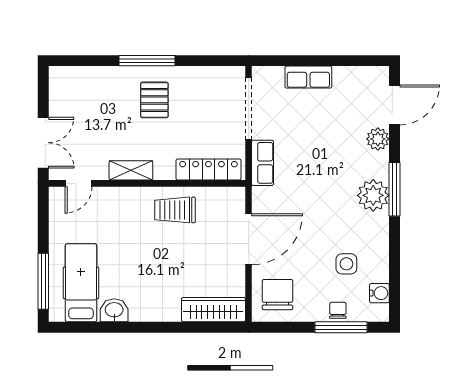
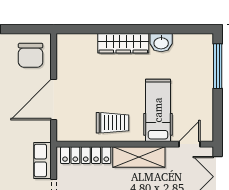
shelving: (131, 170) -> (139, 157), width x1.50, depth x1.33
hospital bed: (81, 283) -> (158, 110), moved, turned 180
wardrobe: (213, 310) -> (123, 43), moved

